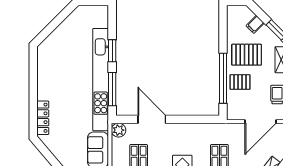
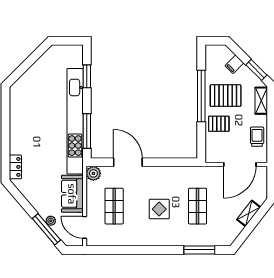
window: (112, 51) -> (87, 76), moved
window: (223, 78) -> (201, 96), moved
locker: (43, 118) -> (15, 167), width x0.66

